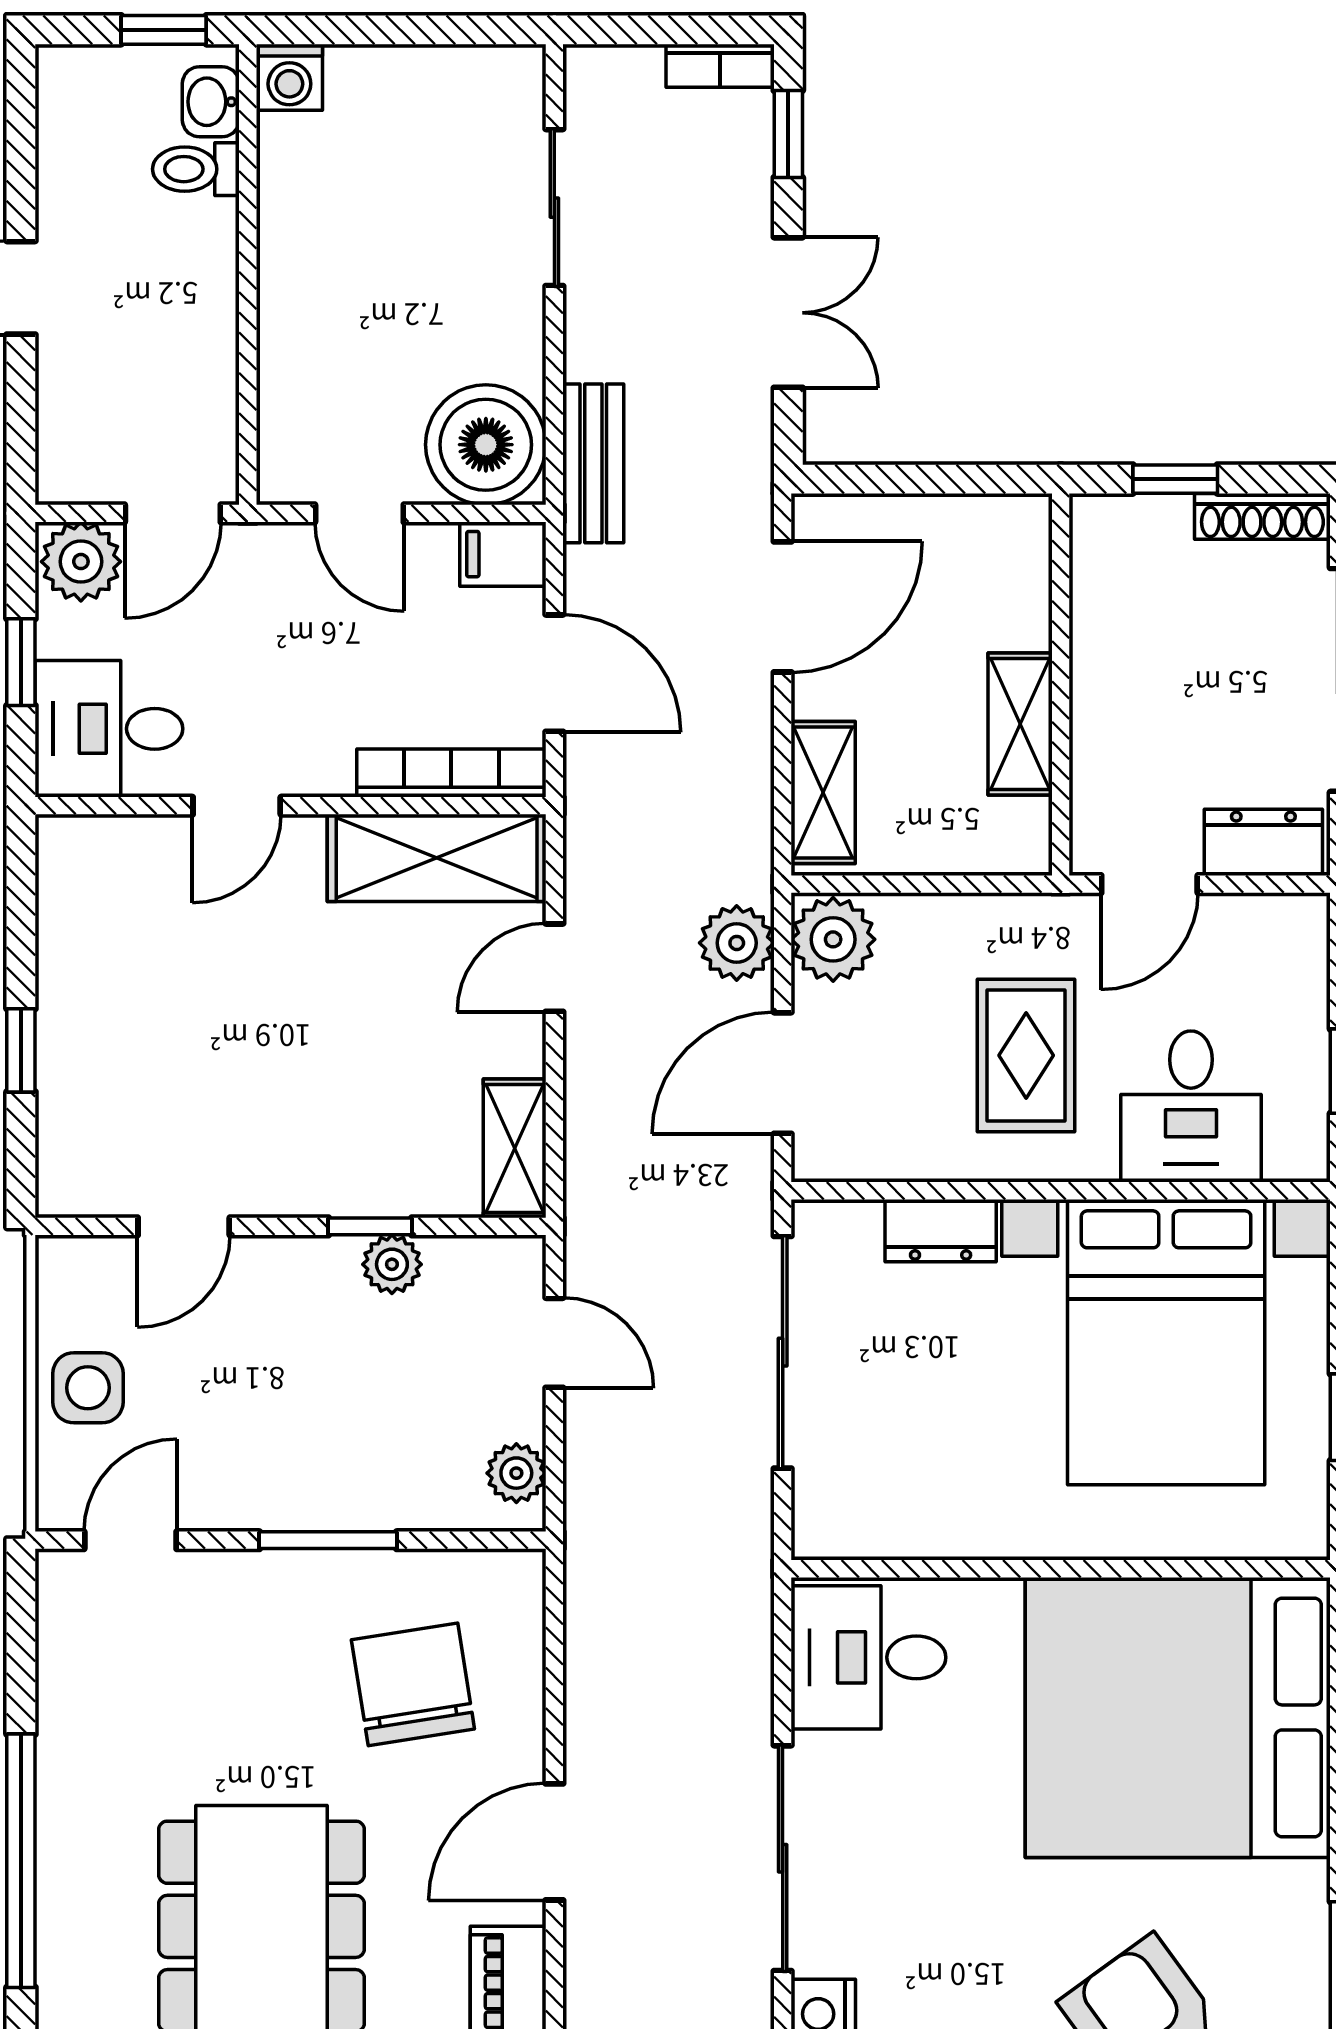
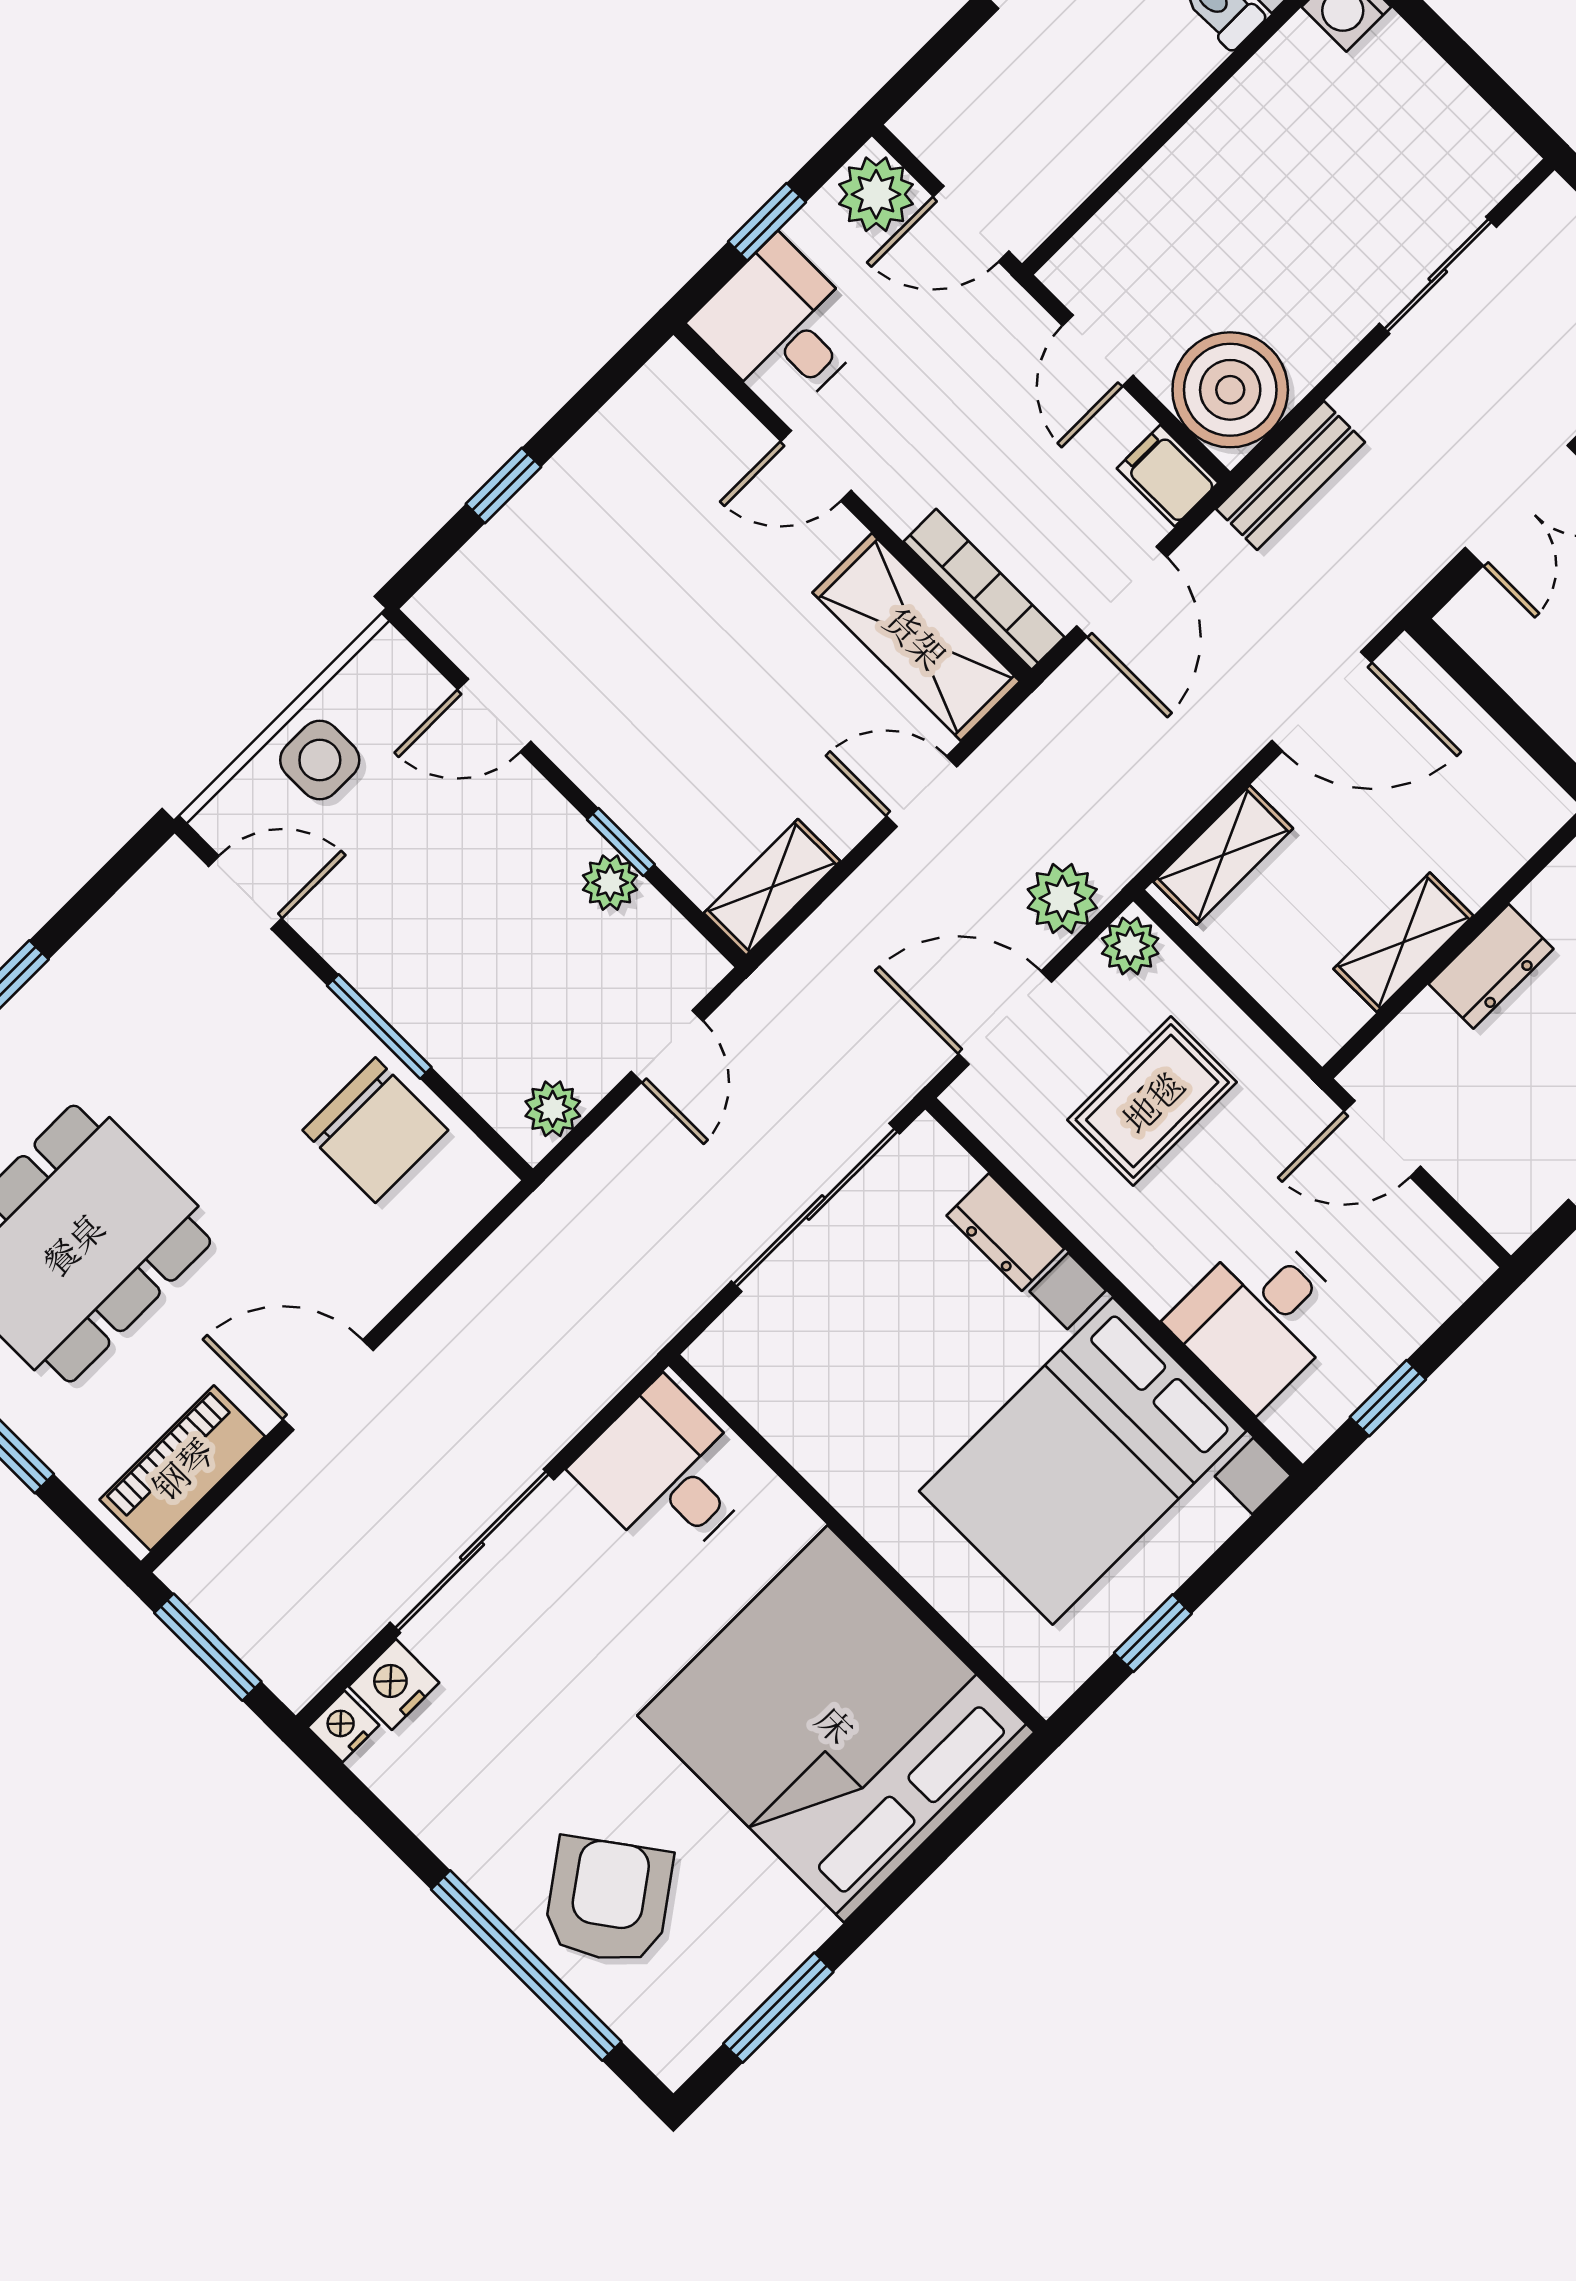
dresser: (1263, 842) -> (1491, 966), moved, turned 90
plant: (833, 939) -> (1130, 946), width x0.73, depth x0.73
rug: (1026, 1055) -> (1152, 1101), moved
chair: (413, 1684) -> (375, 1130), moved, turned 99

